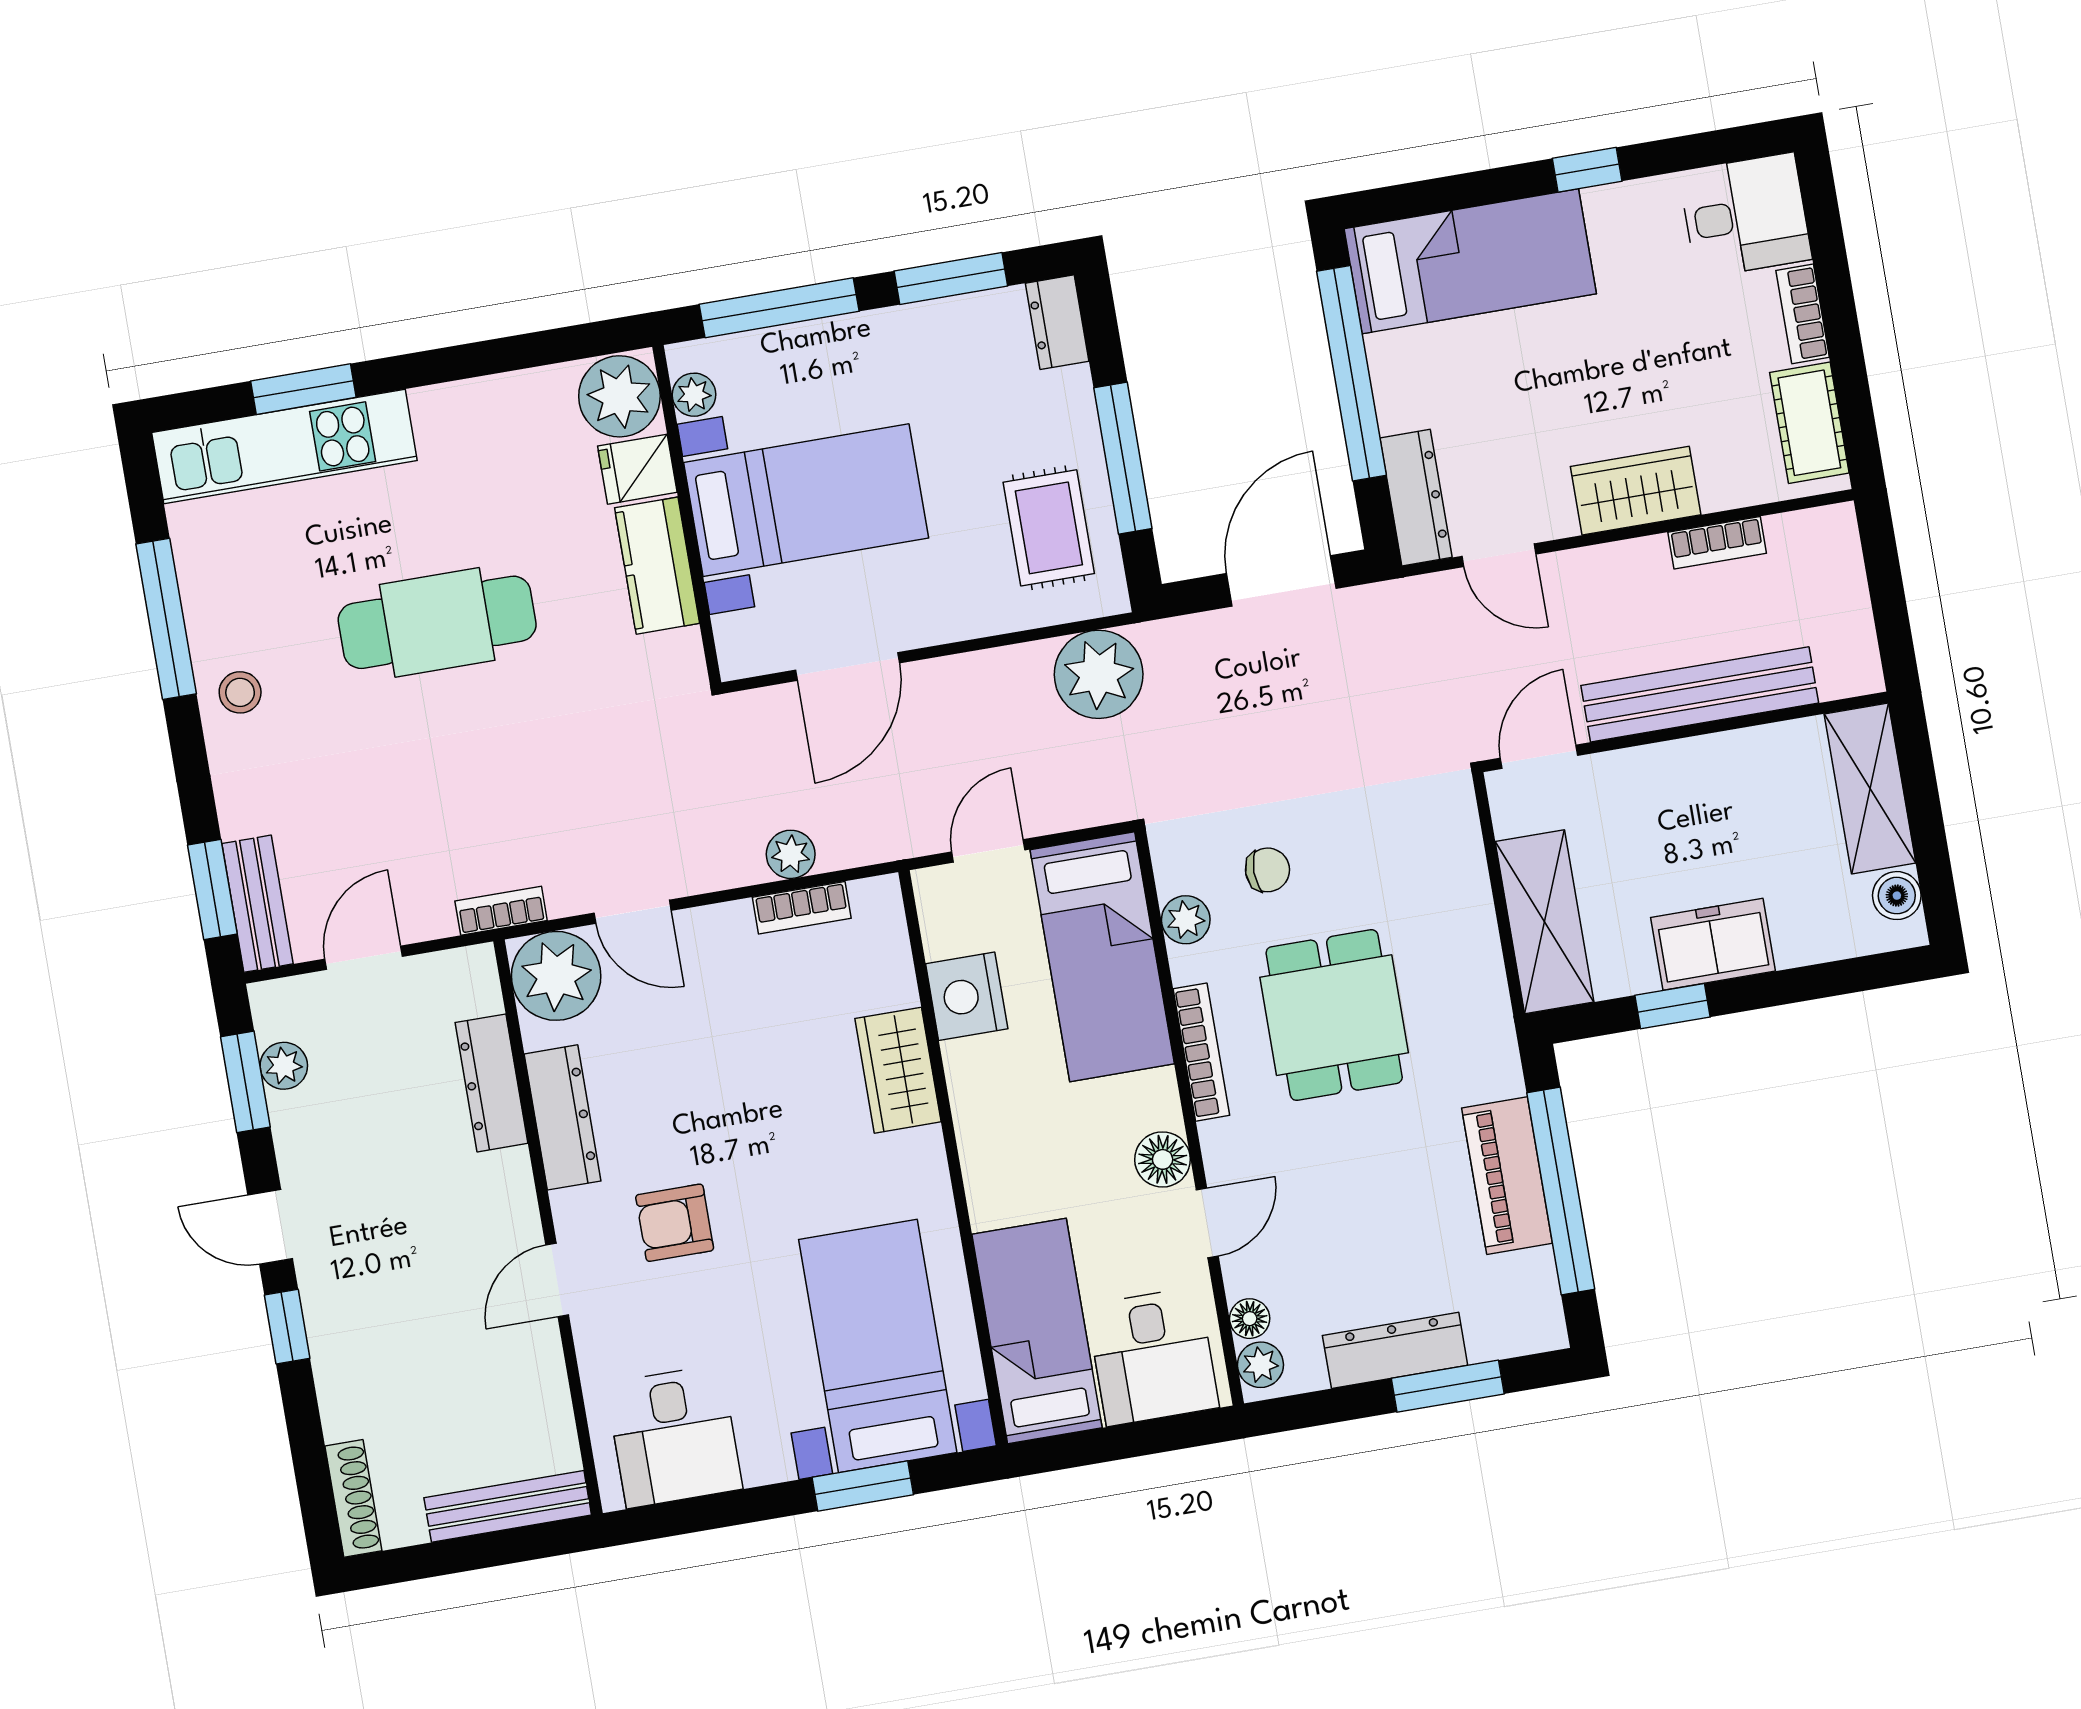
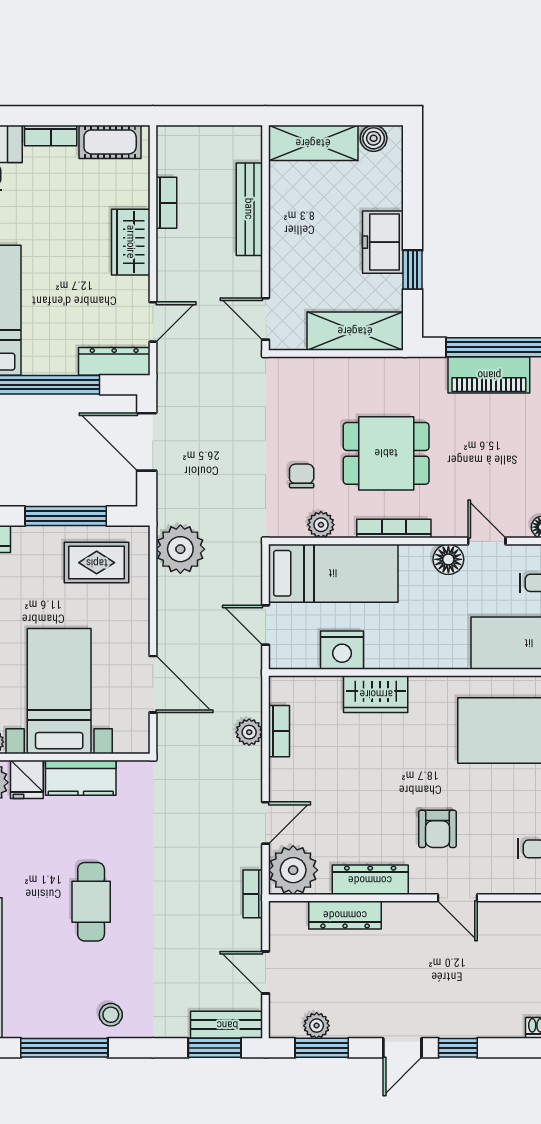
cafe table: (437, 622) -> (91, 902), width x0.73, depth x0.74
bench: (1700, 694) -> (249, 209), width x0.73, depth x0.82

